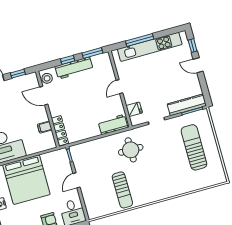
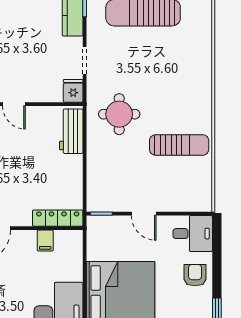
fridge: (134, 109) -> (73, 91), moved

